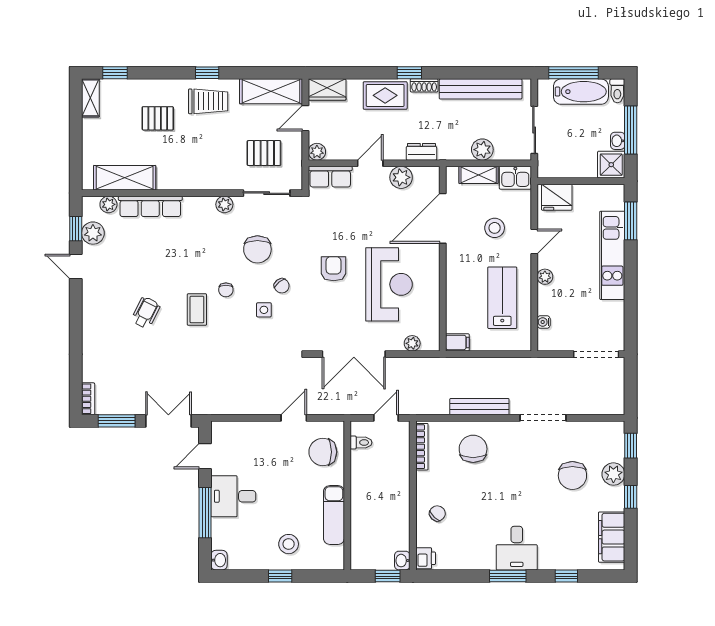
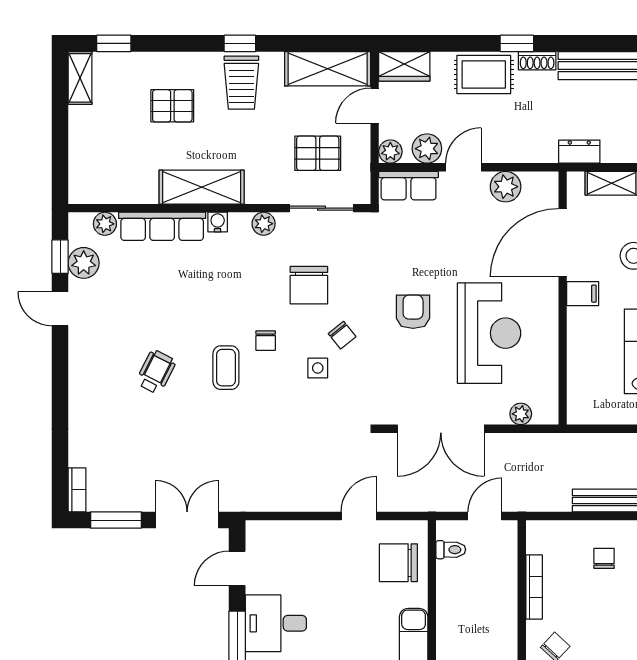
trolley: (208, 101) -> (241, 83), turned 90
plant: (482, 150) -> (427, 149), moved
dresser: (421, 152) -> (579, 152), moved
shelving: (125, 178) -> (202, 187), moved
water cooler: (191, 203) -> (218, 222), added
filing cabinet: (457, 342) -> (583, 294), moved
bookcase: (422, 447) -> (534, 587), moved
chair: (473, 449) -> (604, 558), width x0.54, depth x0.54

